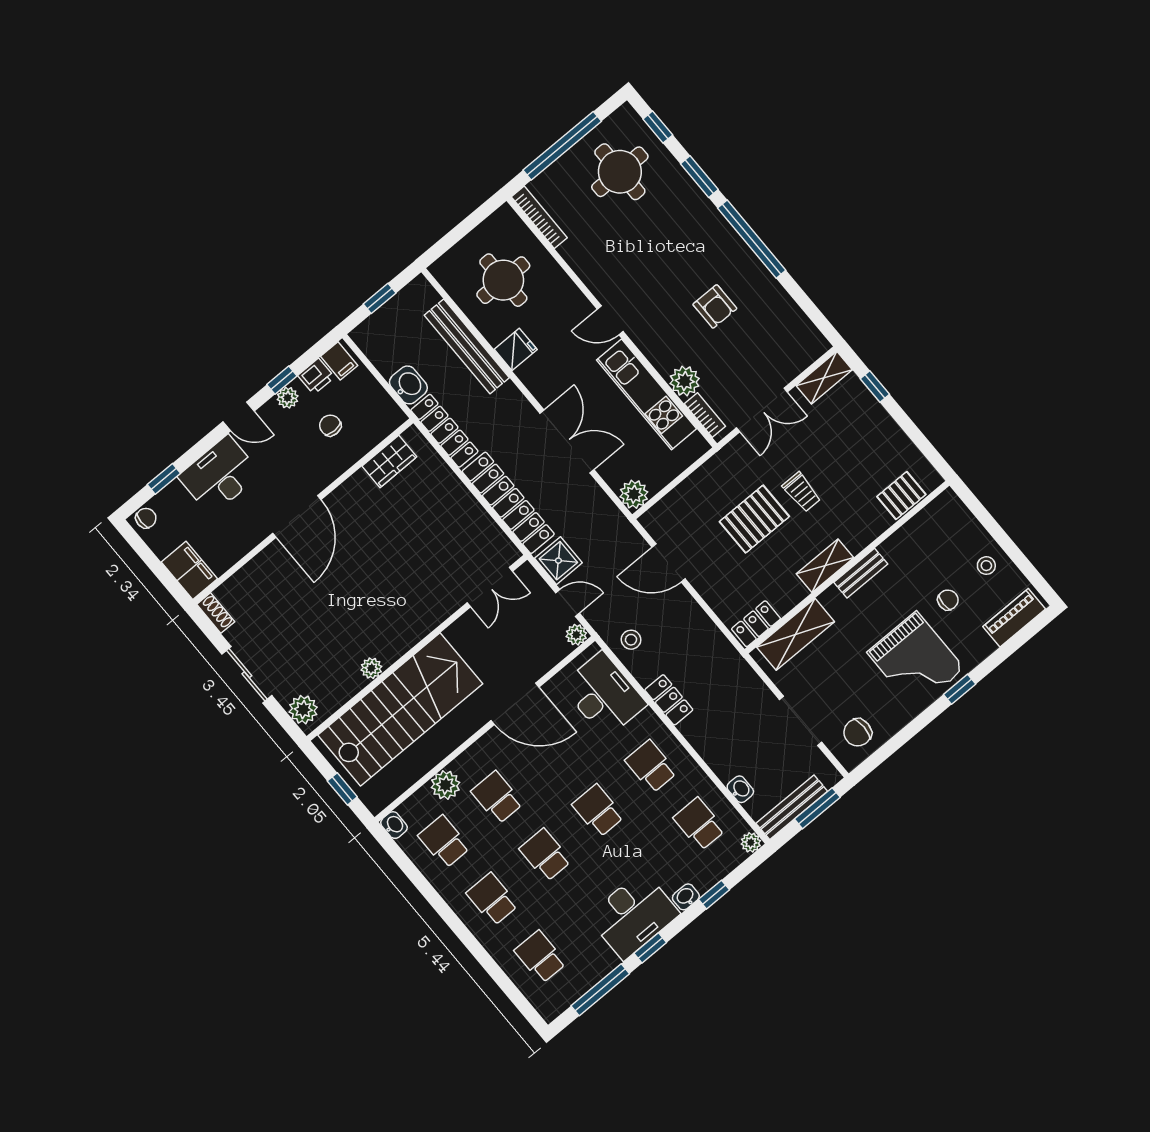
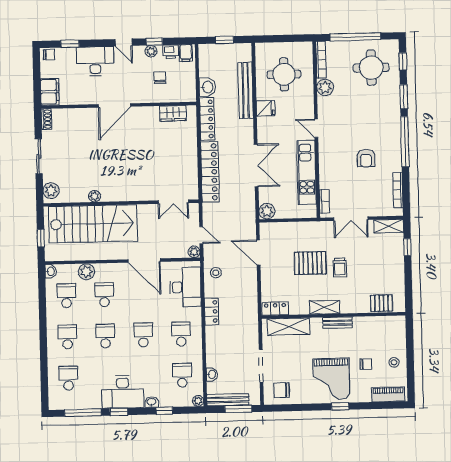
bookcase: (797, 316) -> (398, 190), added
plant: (685, 381) -> (325, 87), moved
shower: (558, 561) -> (212, 214), removed

